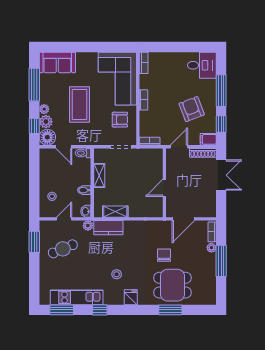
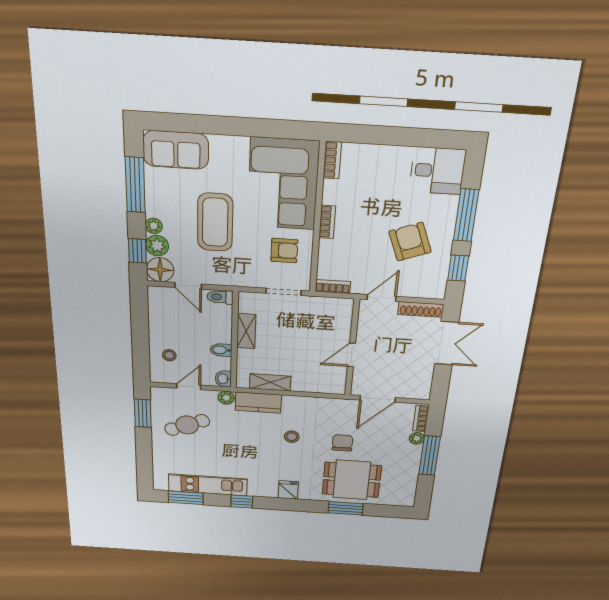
filing cabinet: (208, 139) -> (432, 290), removed
stool: (117, 274) -> (292, 437), moved

